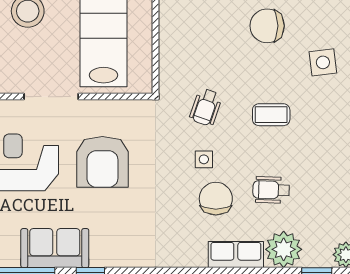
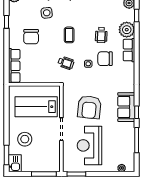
armchair: (102, 162) -> (89, 107), turned 96
sofa: (55, 248) -> (126, 107), moved

